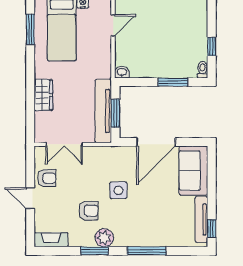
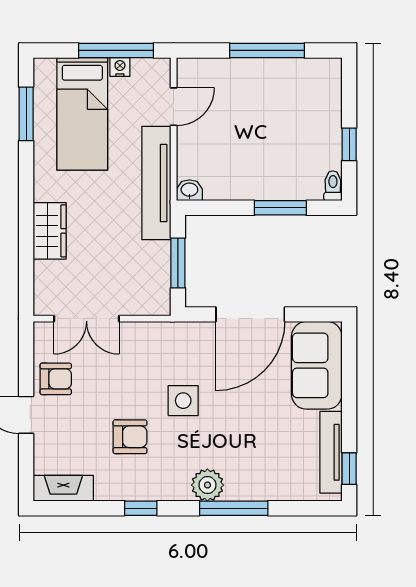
tv unit: (103, 111) -> (156, 183), moved
plant: (104, 238) -> (207, 485), moved
window: (95, 251) -> (141, 508), width x0.67

